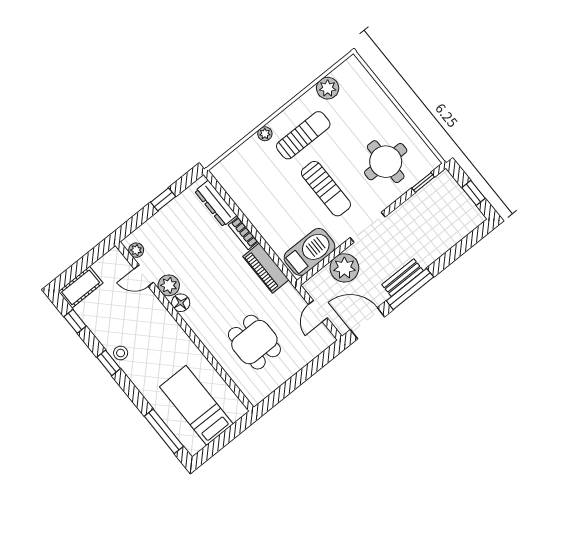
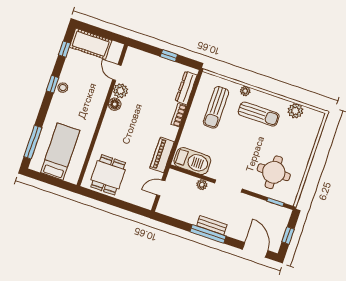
sun lounger: (326, 189) -> (216, 107), moved
plant: (136, 250) -> (129, 59), removed
piano: (266, 268) -> (162, 155), moved
plant: (344, 268) -> (202, 185), width x0.53, depth x0.53
cot: (81, 287) -> (91, 44), width x1.37, depth x1.34
door: (367, 323) -> (255, 250), moved
dining table: (254, 342) -> (108, 175), moved

